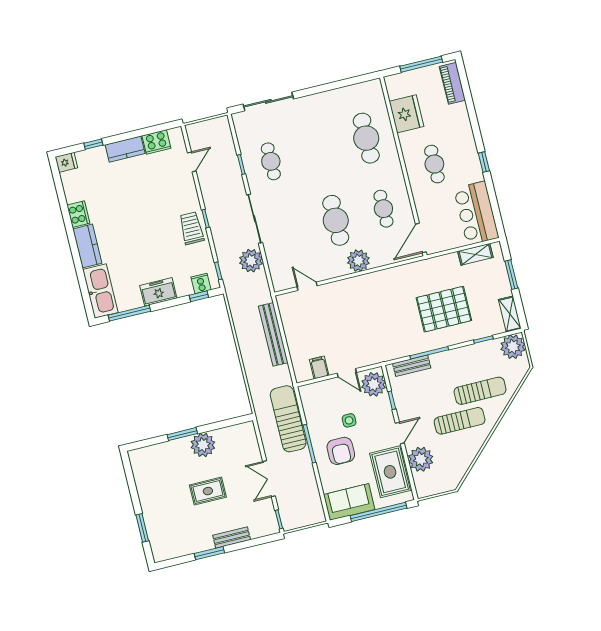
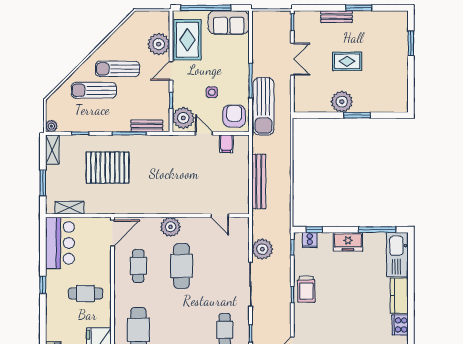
cafe table: (434, 164) -> (85, 293), turned 90
plant: (513, 347) -> (51, 126), width x0.53, depth x0.53
armchair: (341, 451) -> (234, 116), moved

